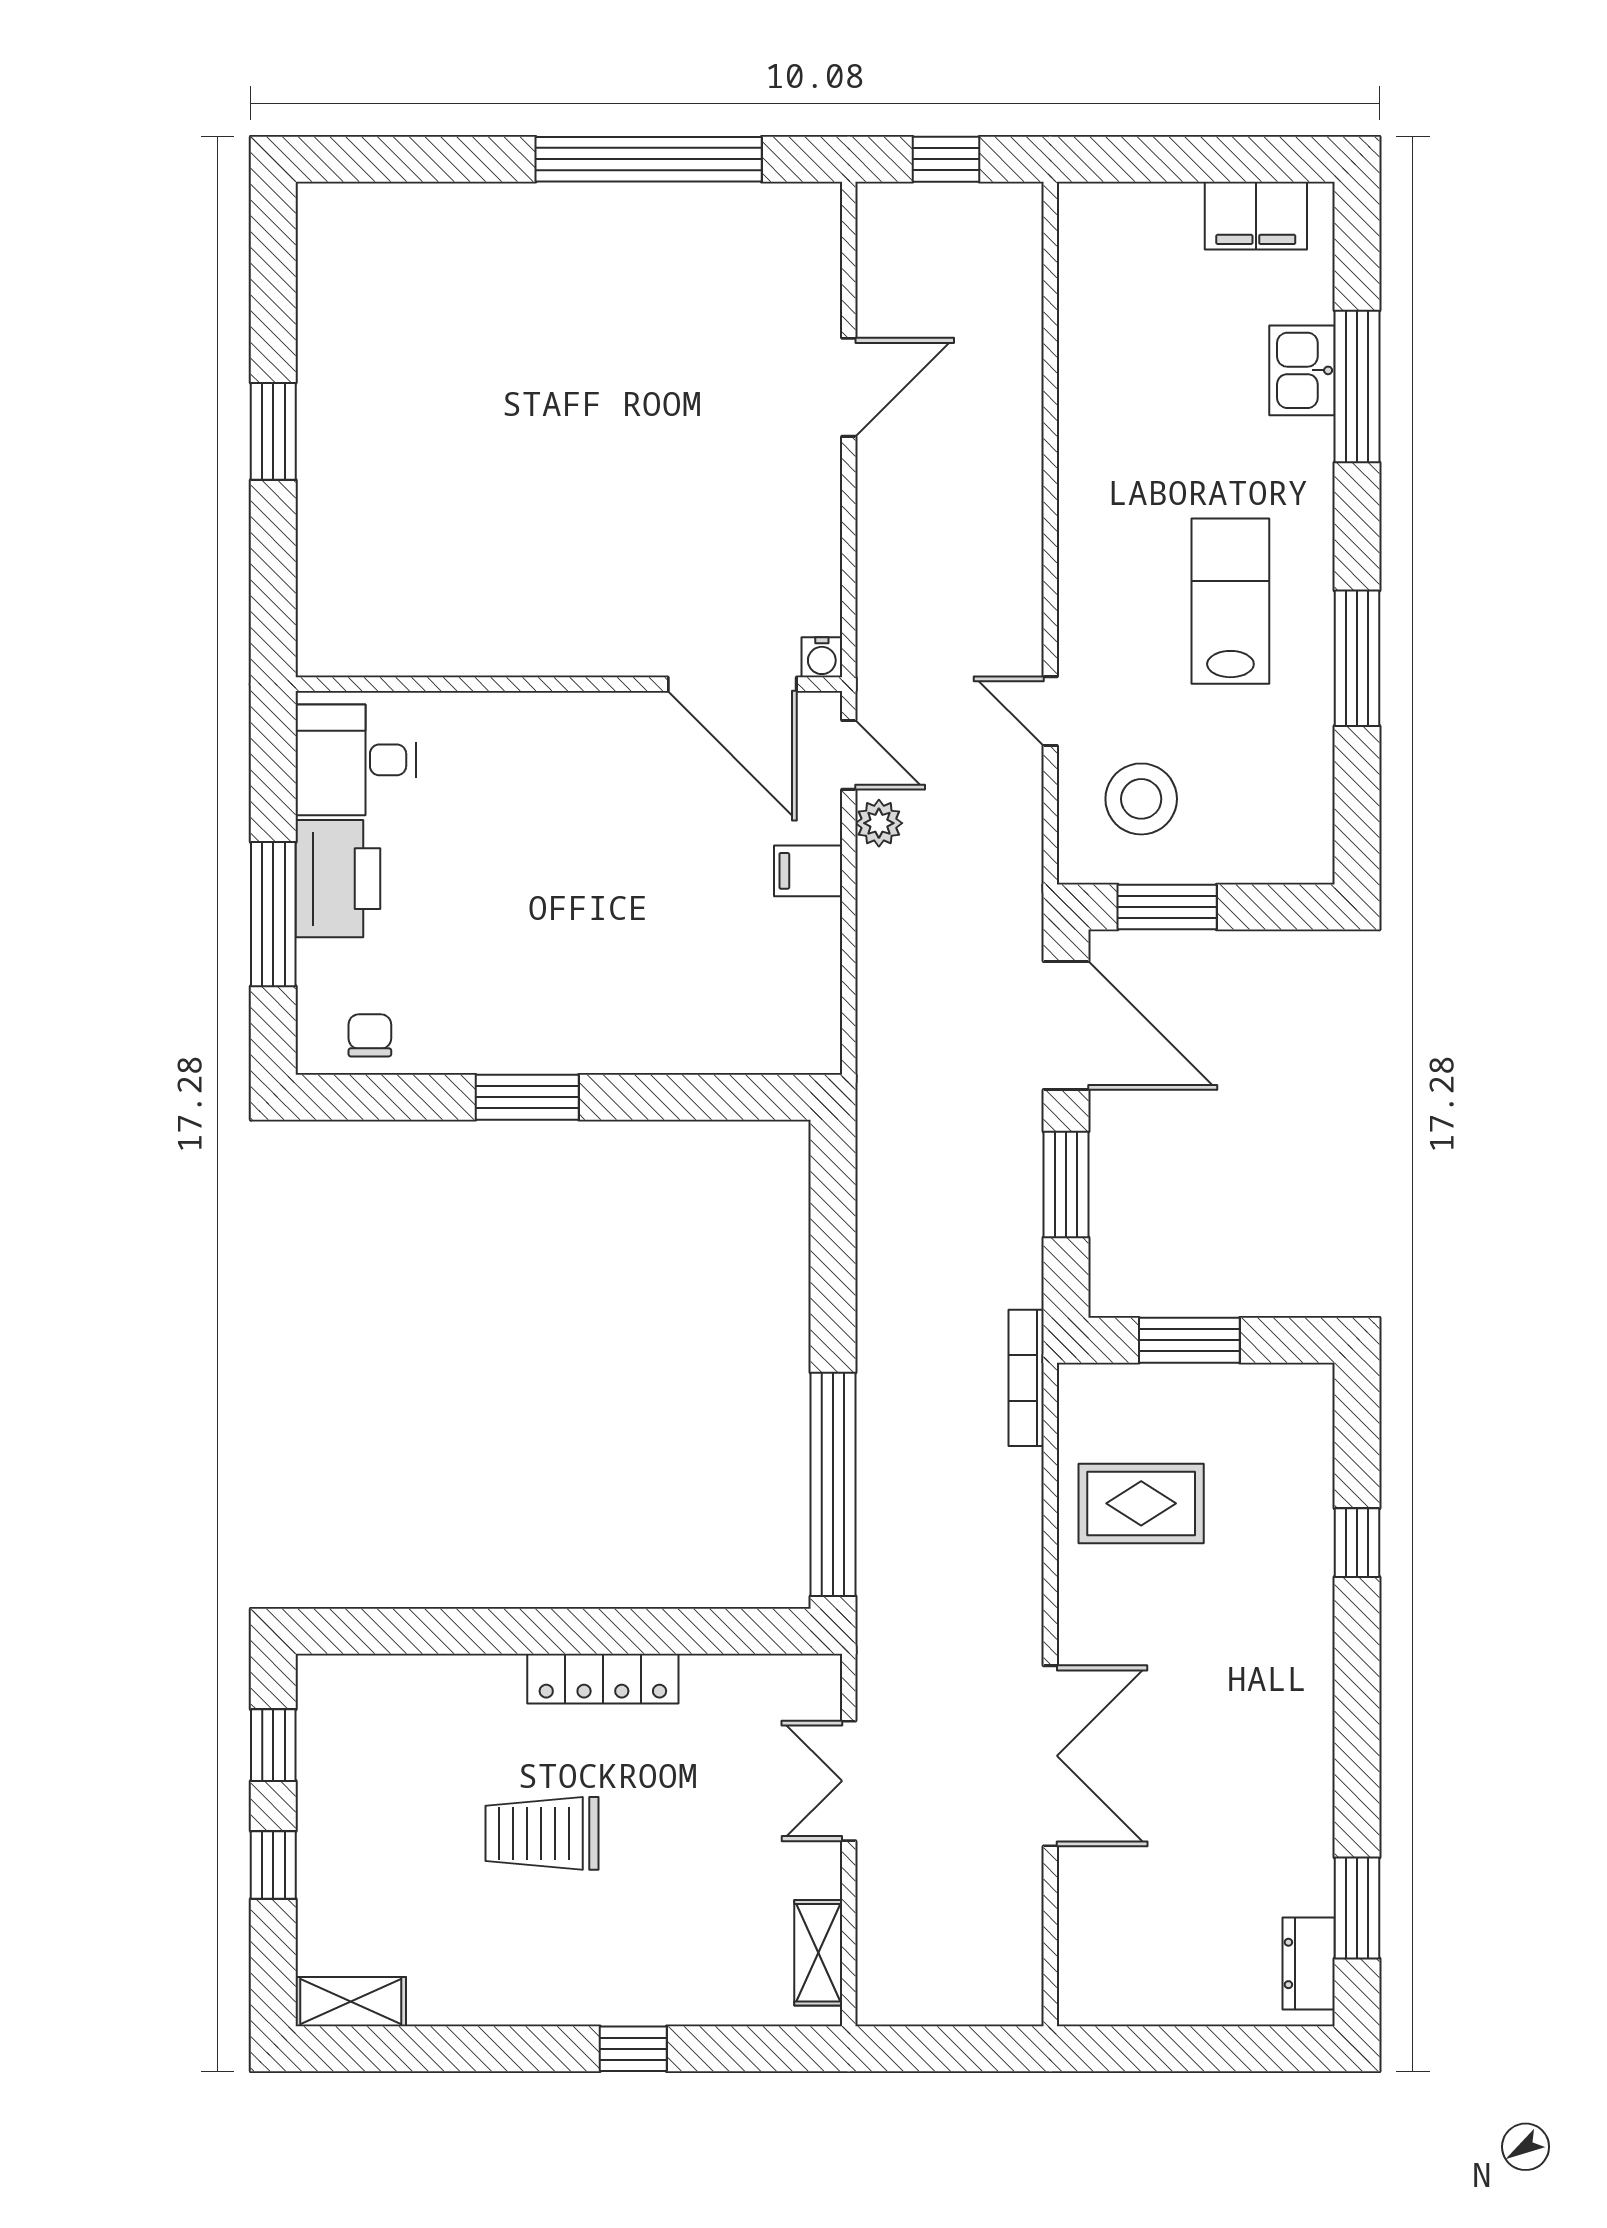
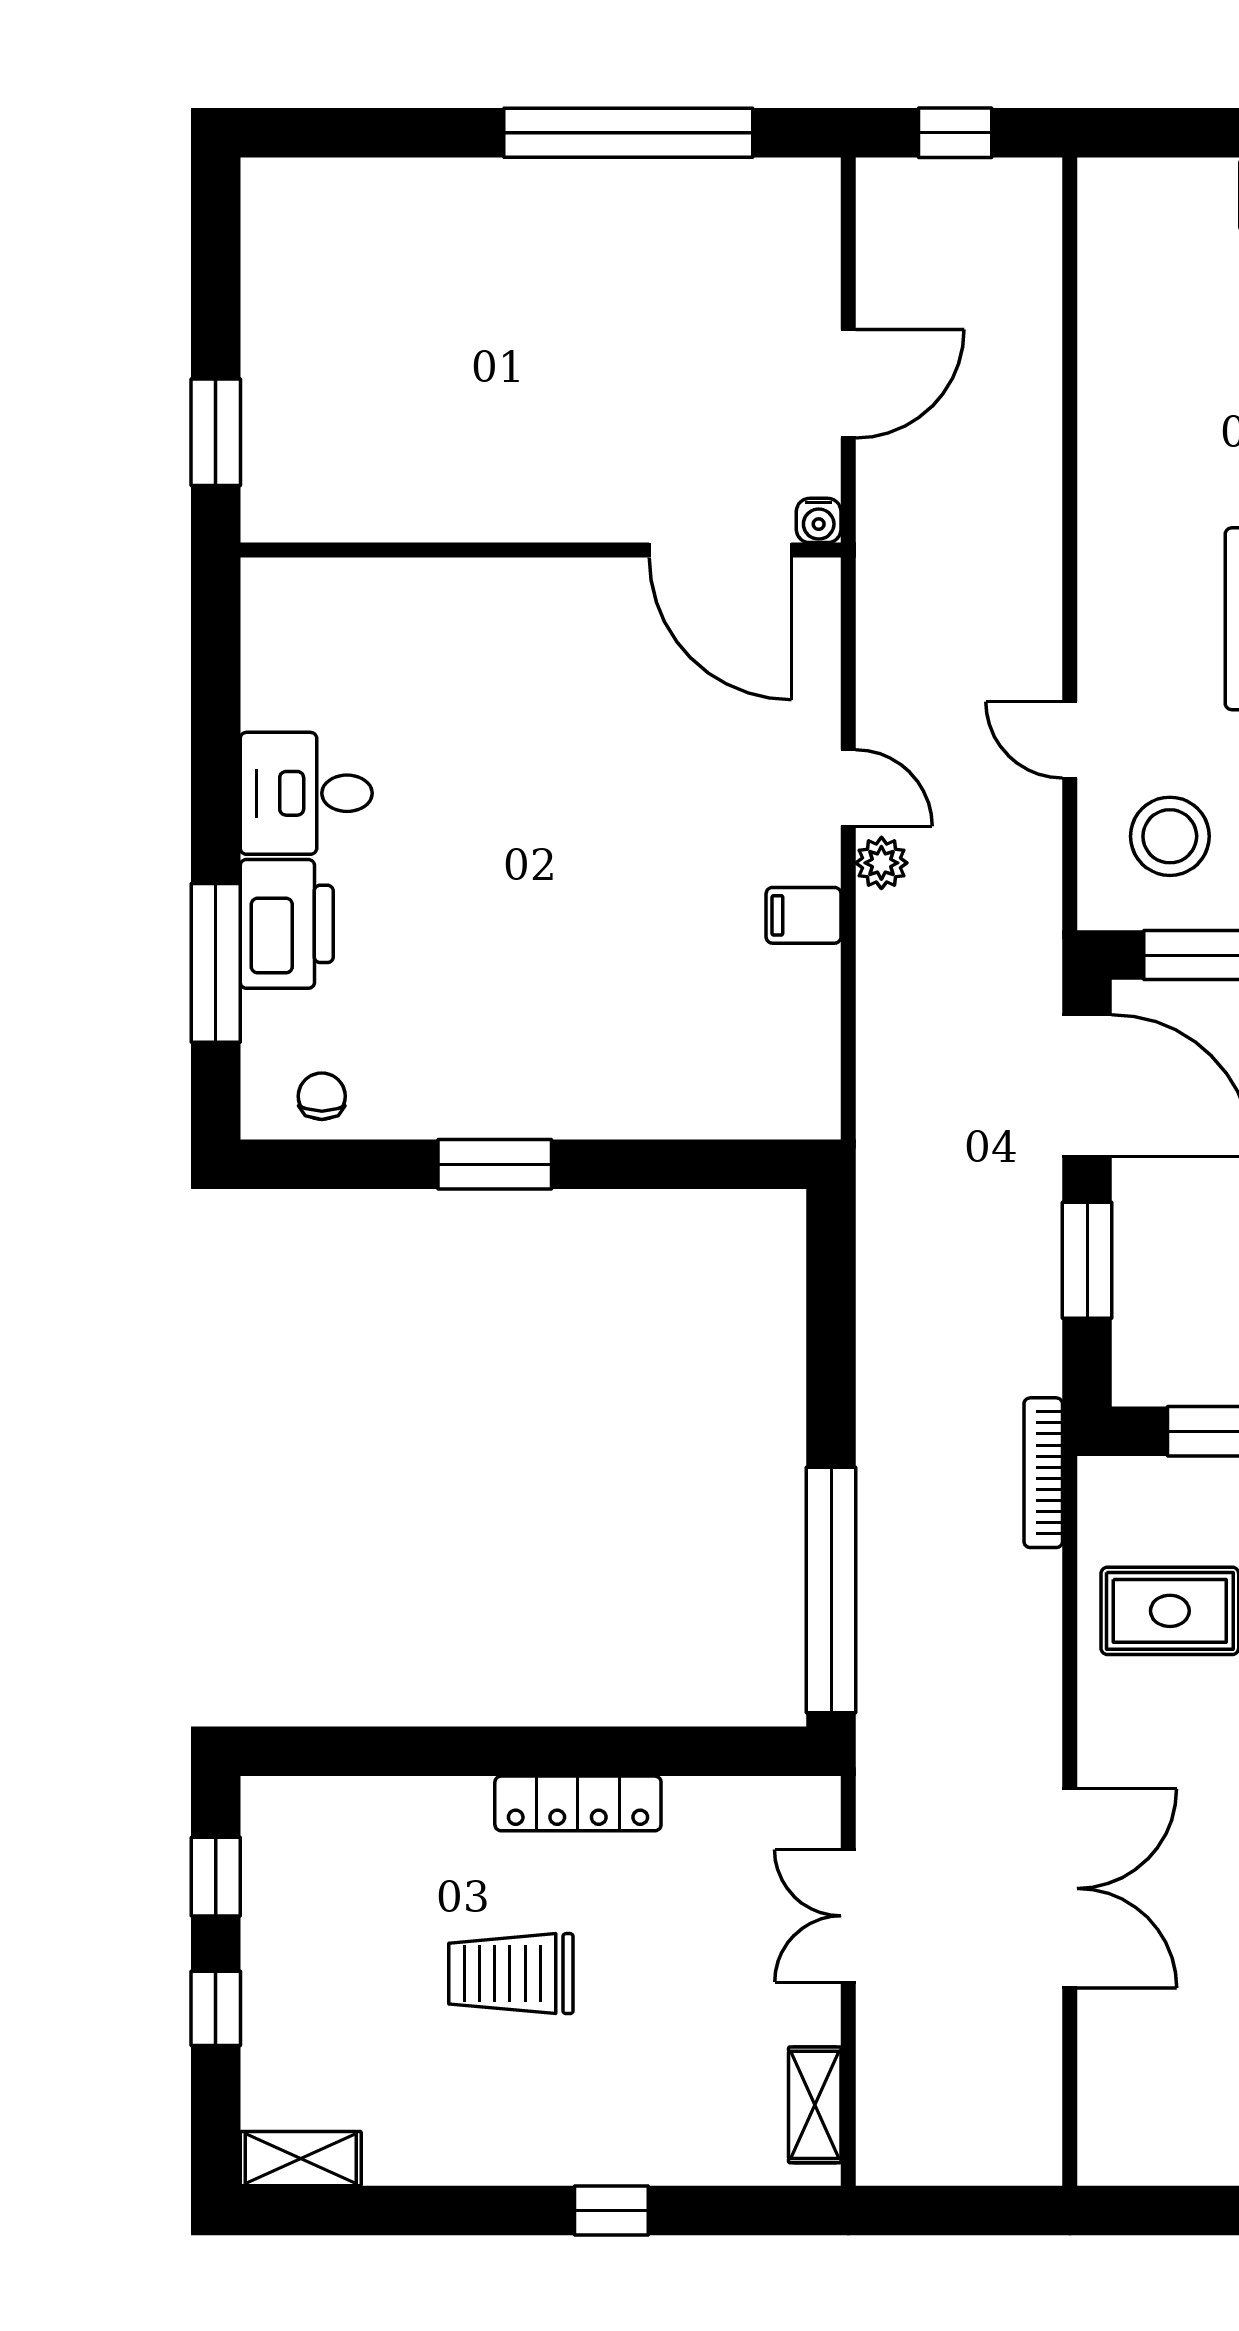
water cooler: (822, 657) -> (819, 520), moved
wall: (569, 684) -> (541, 550), moved
door: (732, 684) -> (720, 550), moved

